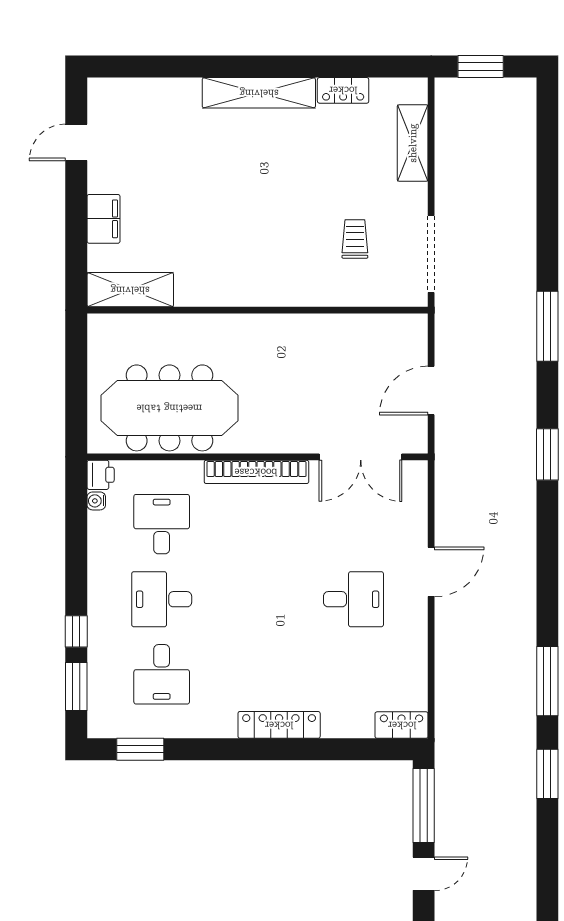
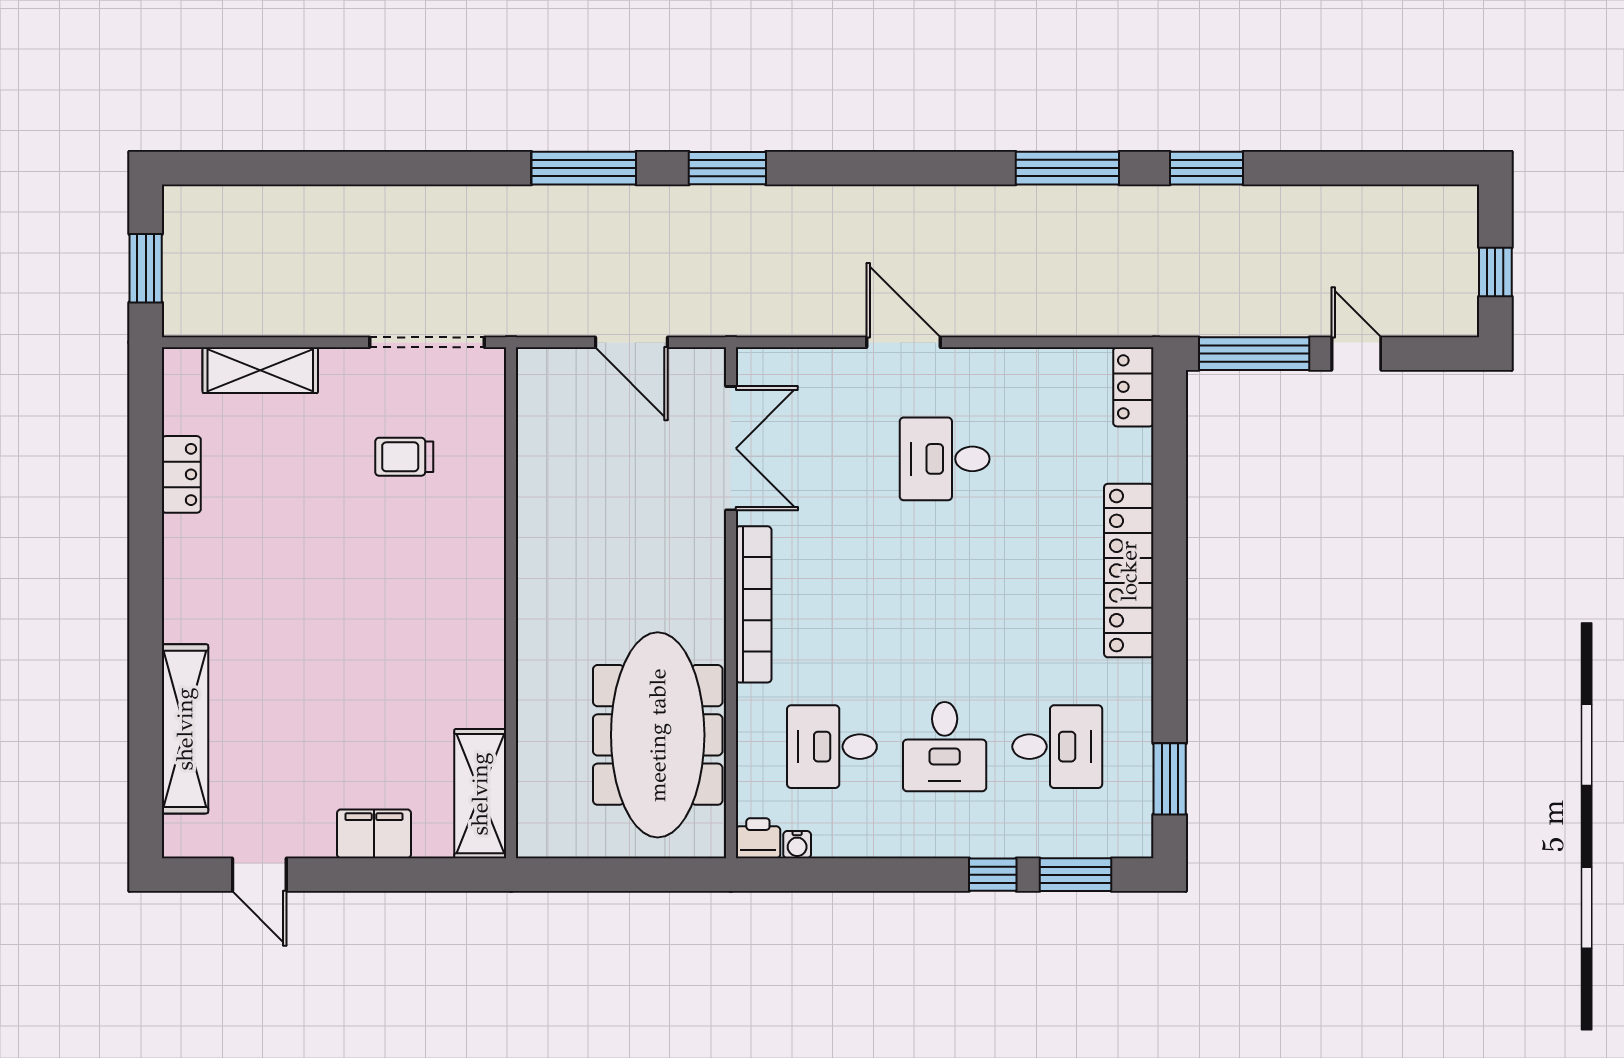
shelving: (259, 93) -> (185, 729), moved
window: (547, 326) -> (584, 168), moved
desk: (353, 599) -> (945, 459), turned -90
locker: (279, 725) -> (1129, 571), width x1.41, depth x1.21

